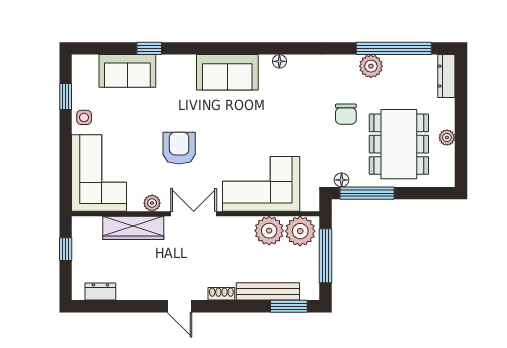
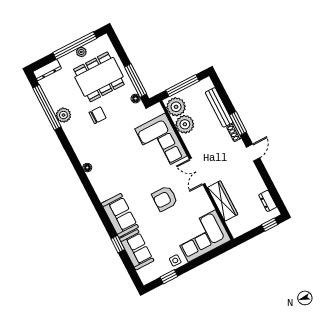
sofa: (227, 72) -> (120, 215), moved
window: (461, 133) -> (75, 45), added
plant: (152, 203) -> (203, 198), removed
window: (66, 249) -> (270, 225), moved
window: (289, 306) -> (238, 123), moved

